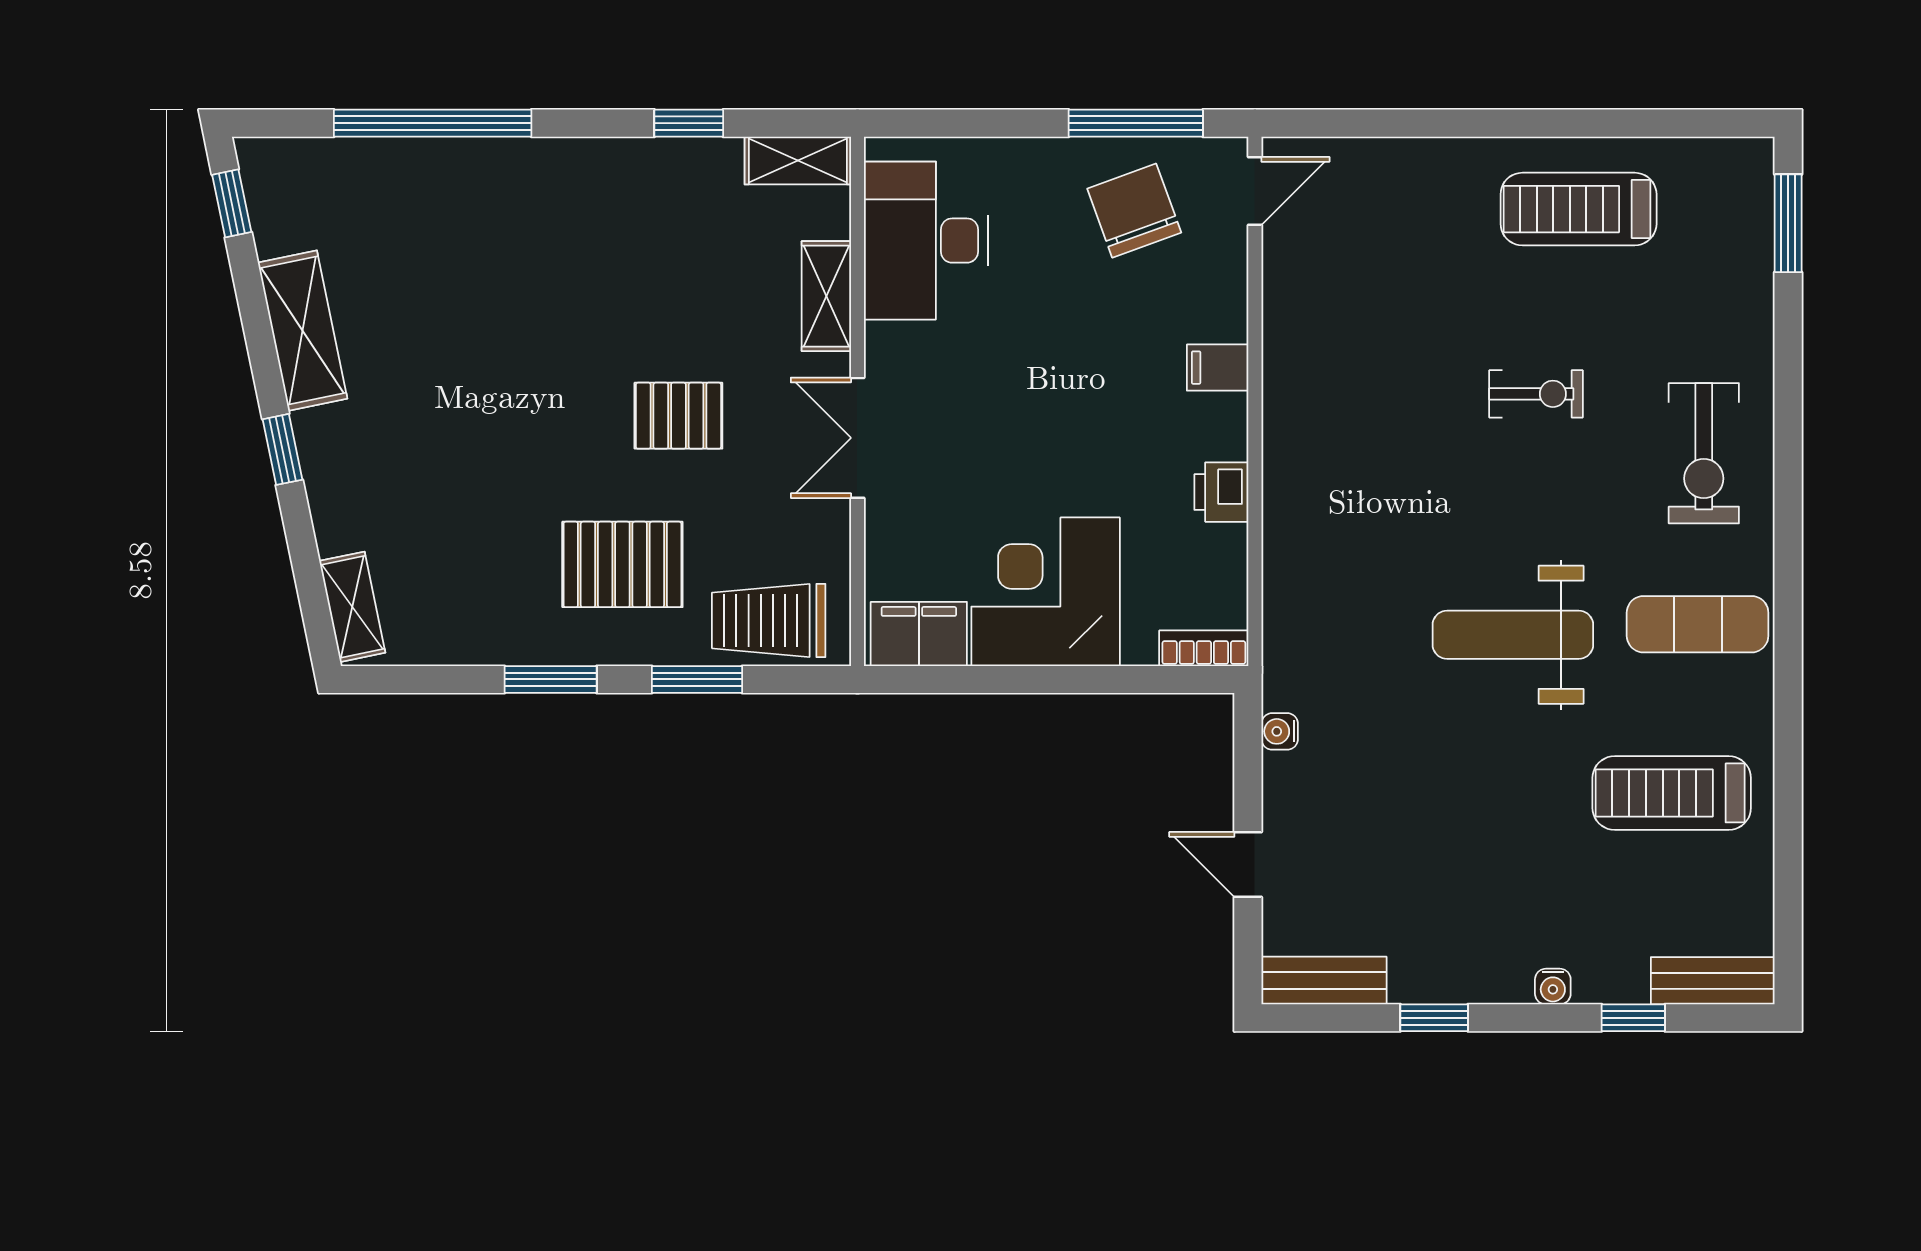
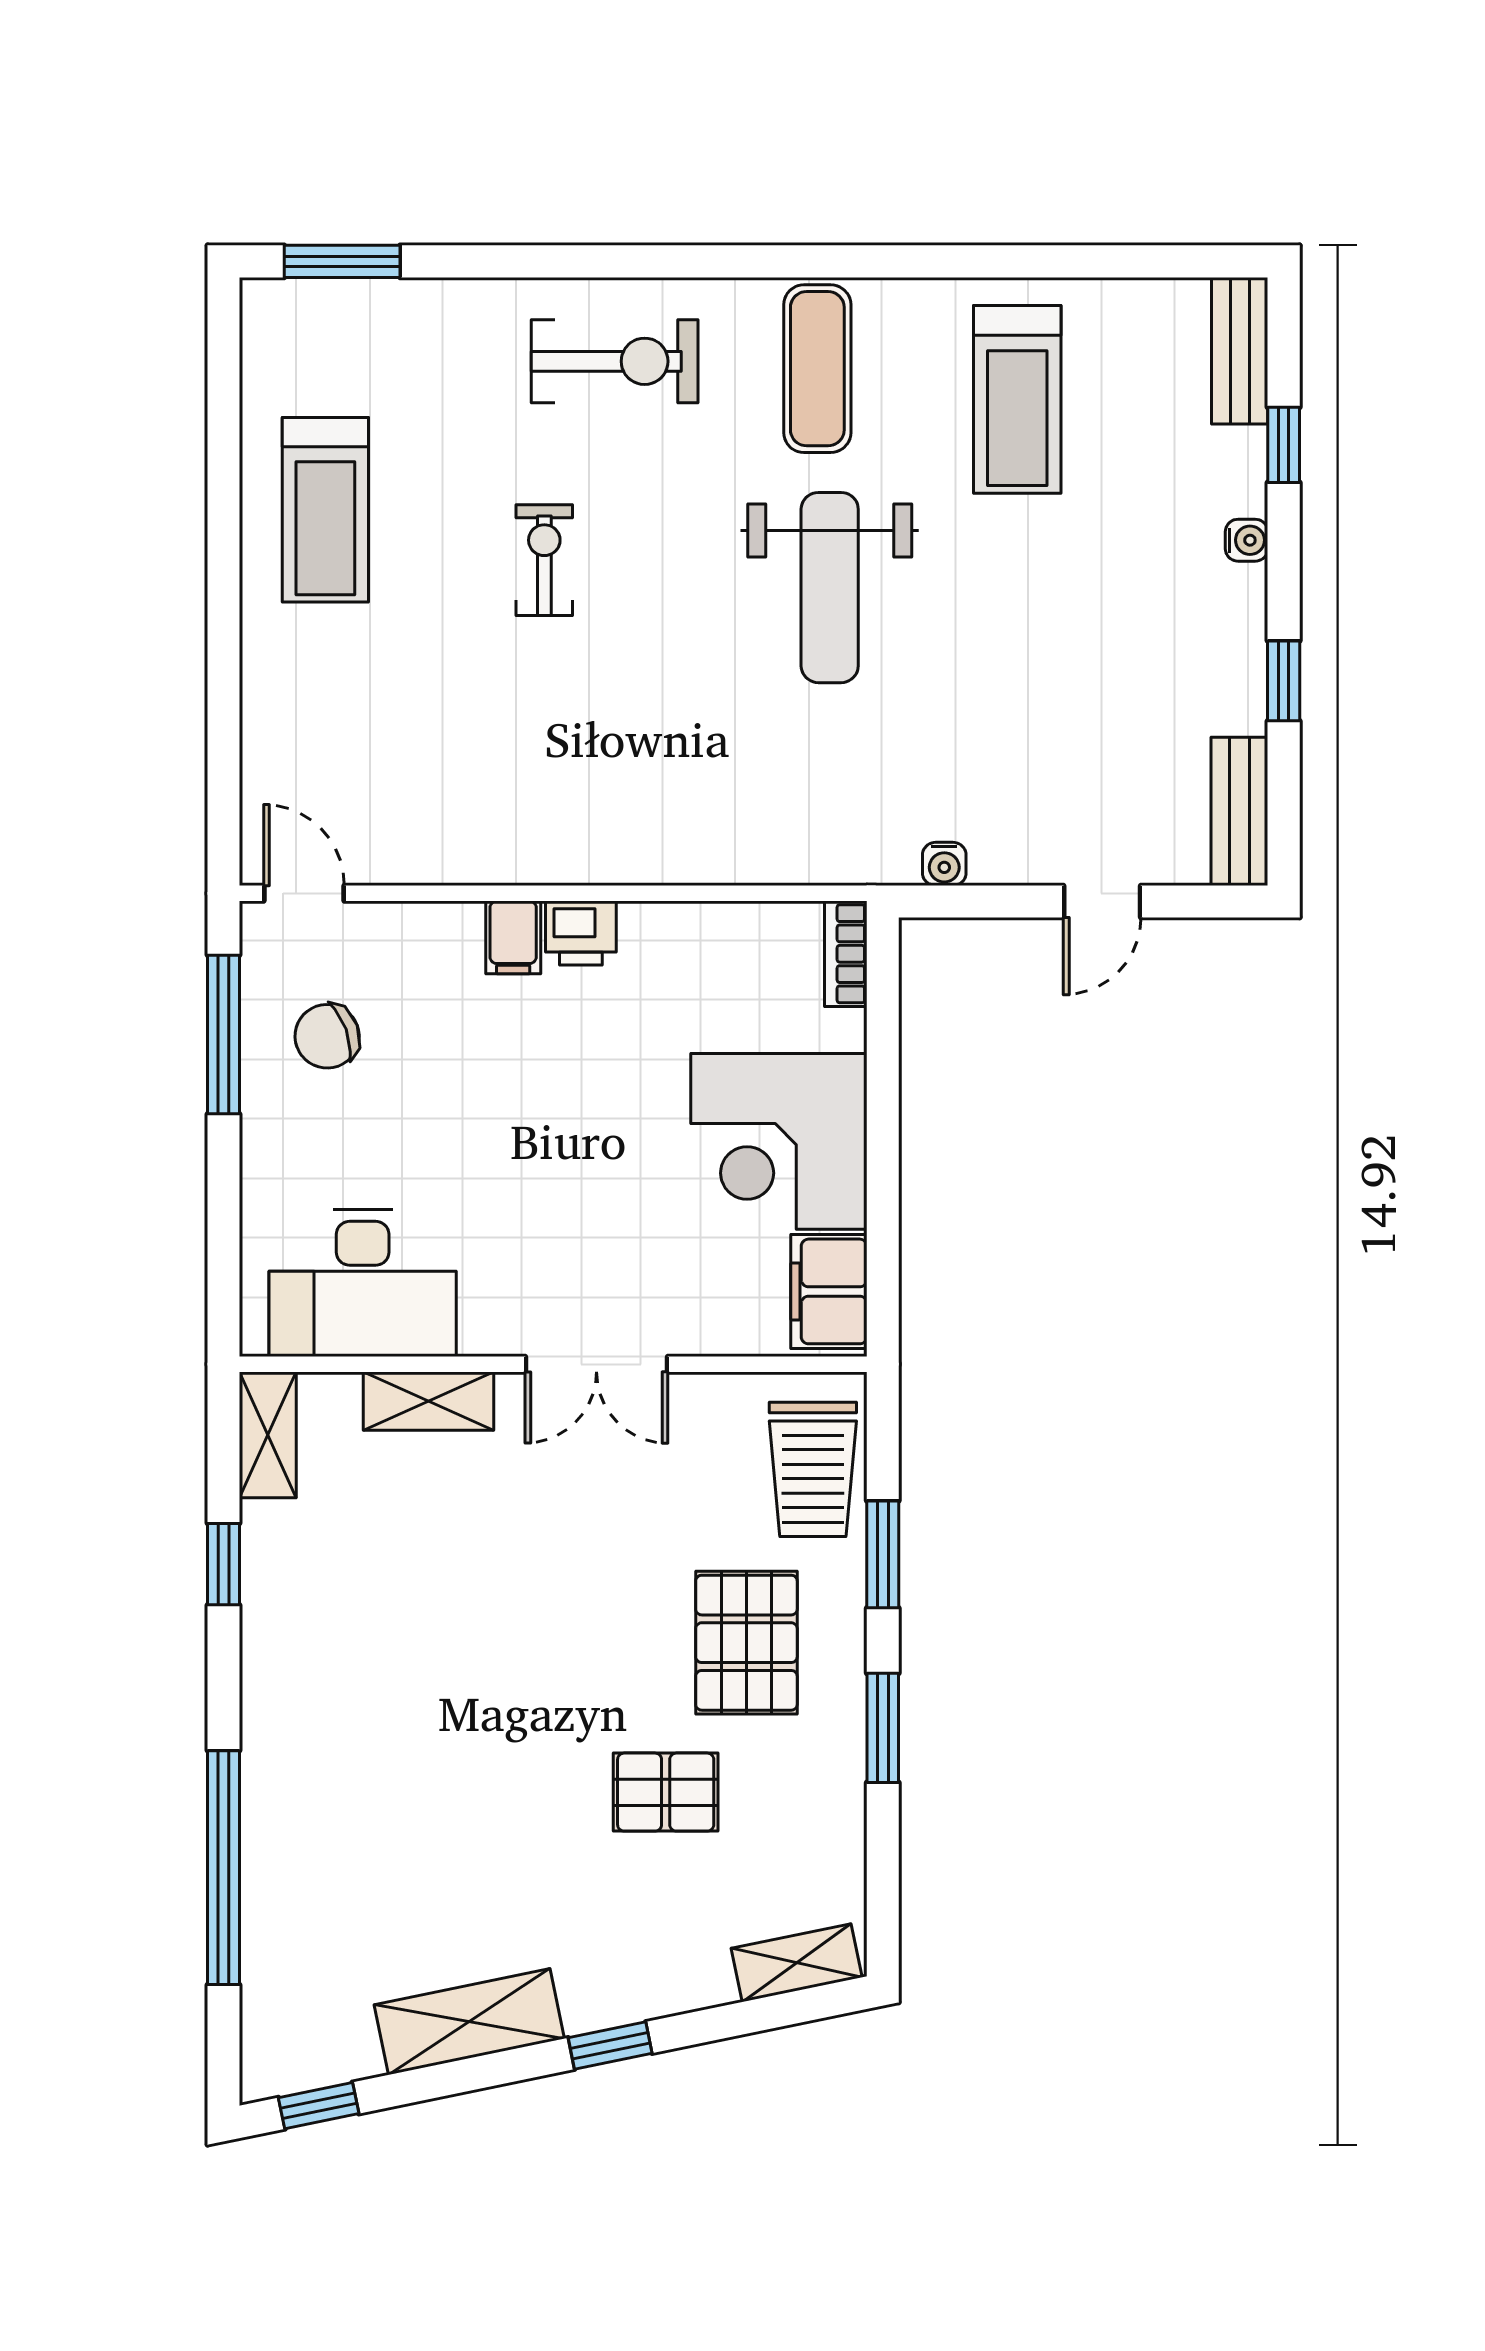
chair: (1134, 211) -> (327, 1036), width x0.73, depth x0.73
pallet: (678, 416) -> (666, 1792), moved, turned 90
printer: (1221, 492) -> (581, 933), moved

